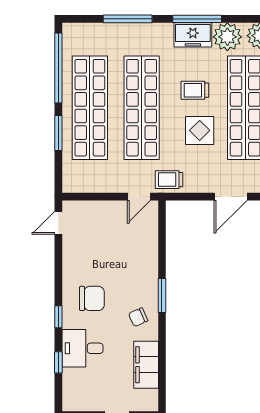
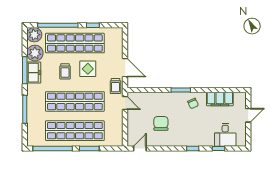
door: (231, 197) -> (125, 68), moved
door: (58, 223) -> (140, 148), swing flipped
chair: (92, 298) -> (161, 123), moved
desk: (82, 348) -> (225, 135), moved

